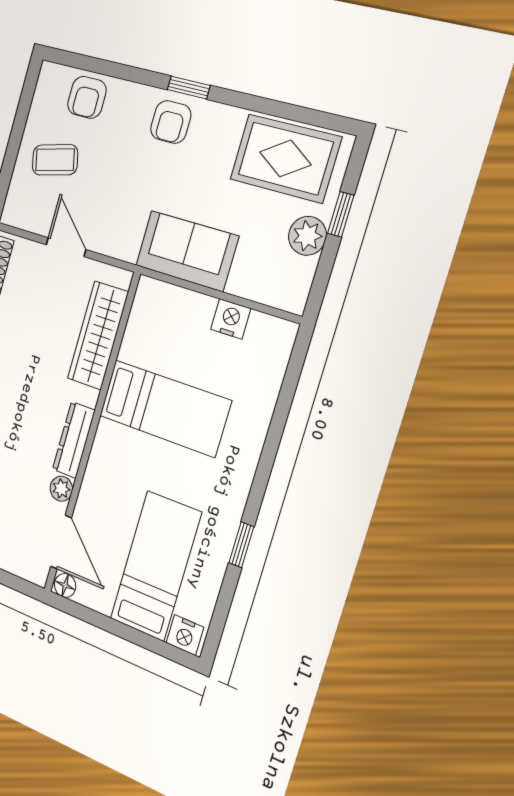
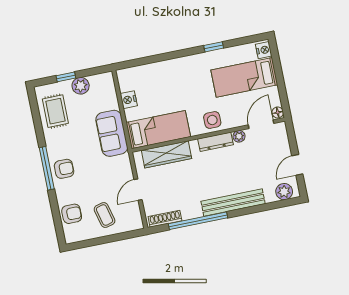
window: (189, 87) -> (47, 168), width x2.17
rug: (285, 158) -> (55, 111), width x0.73, depth x0.70
bed: (165, 408) -> (158, 130), moved, turned 90
side table: (113, 458) -> (212, 120), added

